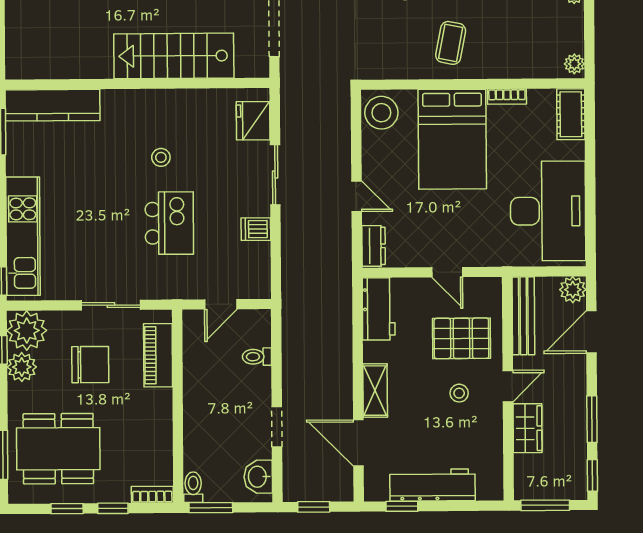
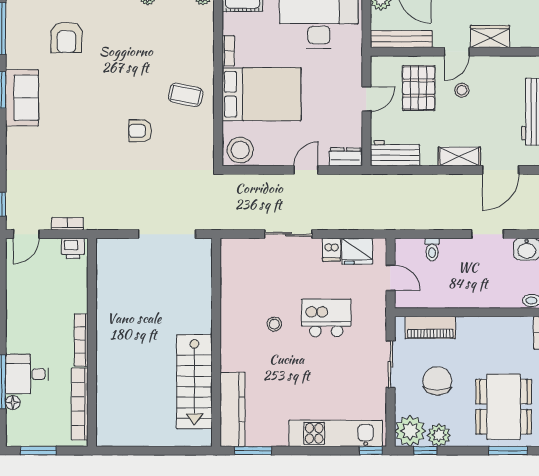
stairs: (174, 56) -> (194, 382), moved
fridge: (253, 121) -> (357, 251), moved
door: (508, 386) -> (457, 52), swing flipped

